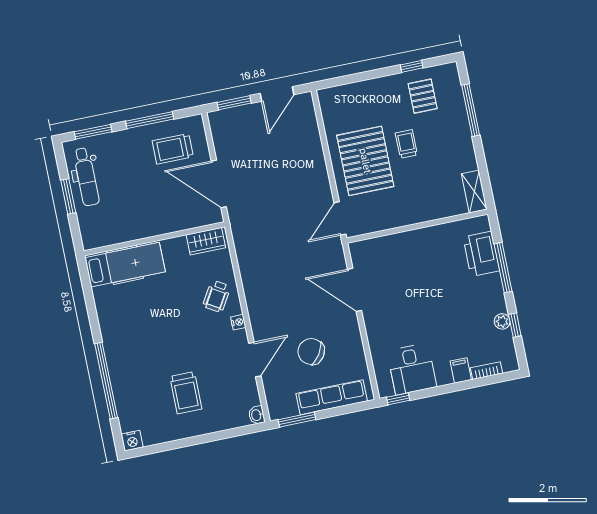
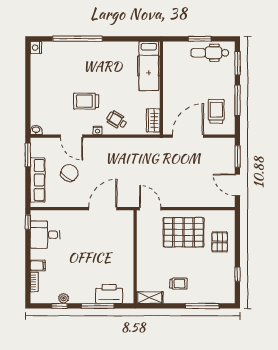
pallet: (423, 96) -> (220, 242), moved, turned 90
trolley: (406, 144) -> (178, 284), moved
trolley: (186, 393) -> (86, 101), moved

